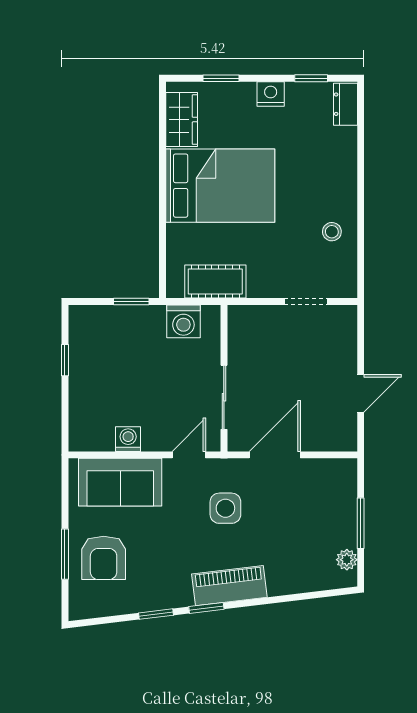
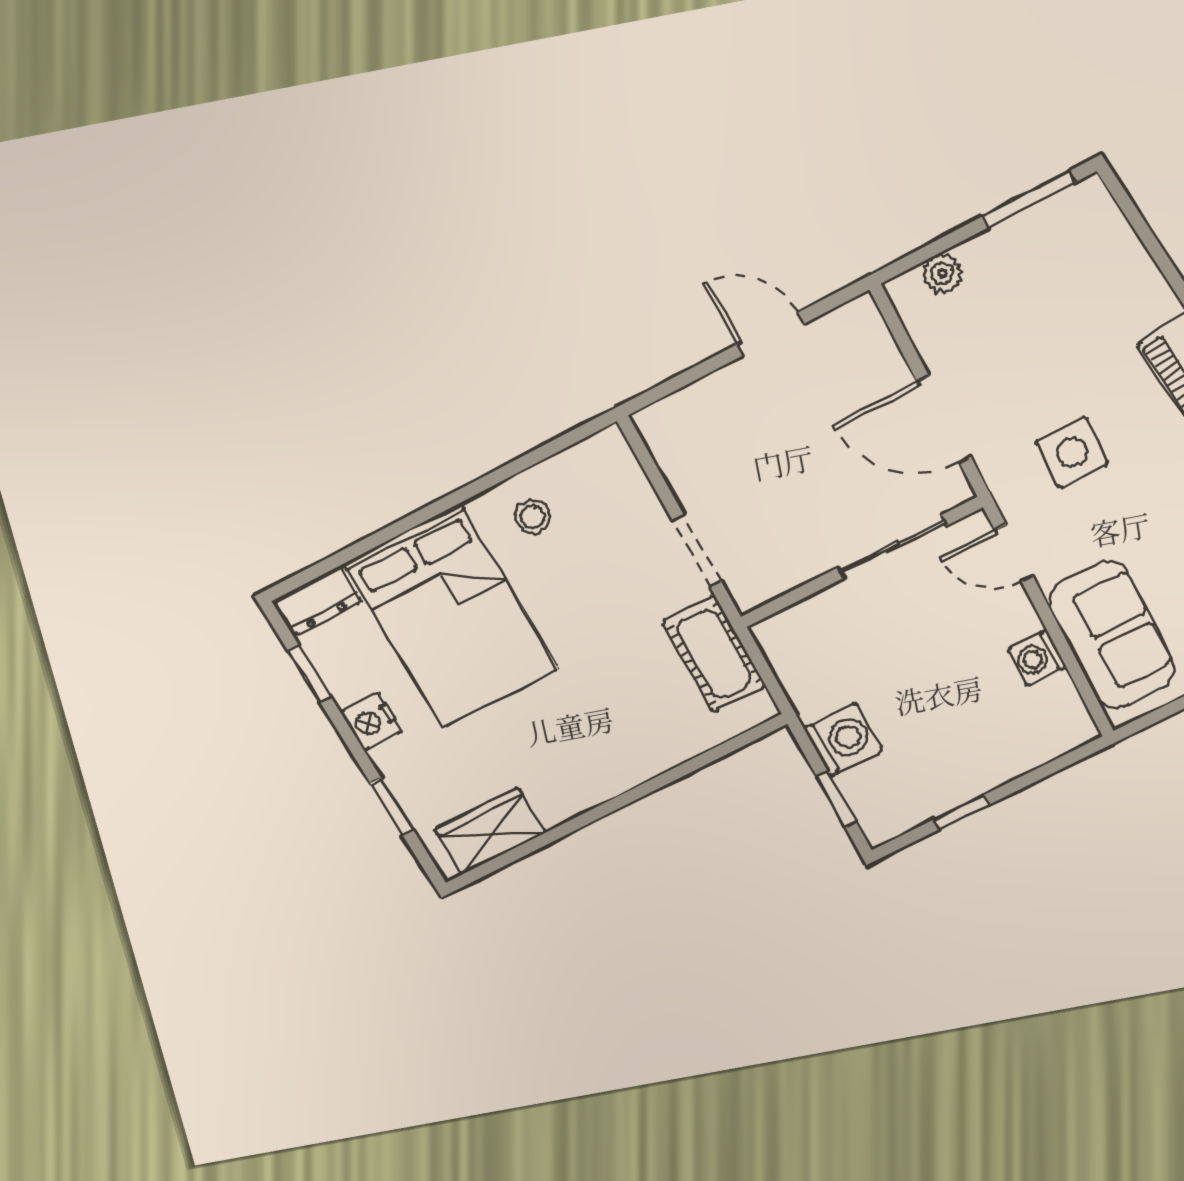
bed: (220, 186) -> (452, 617), moved, turned 180
window: (131, 301) -> (836, 799), moved
doorway: (306, 301) -> (697, 550), moved
washing machine: (183, 321) -> (843, 740), moved
window: (361, 523) -> (1029, 199), moved
plant: (347, 560) -> (942, 273), moved

